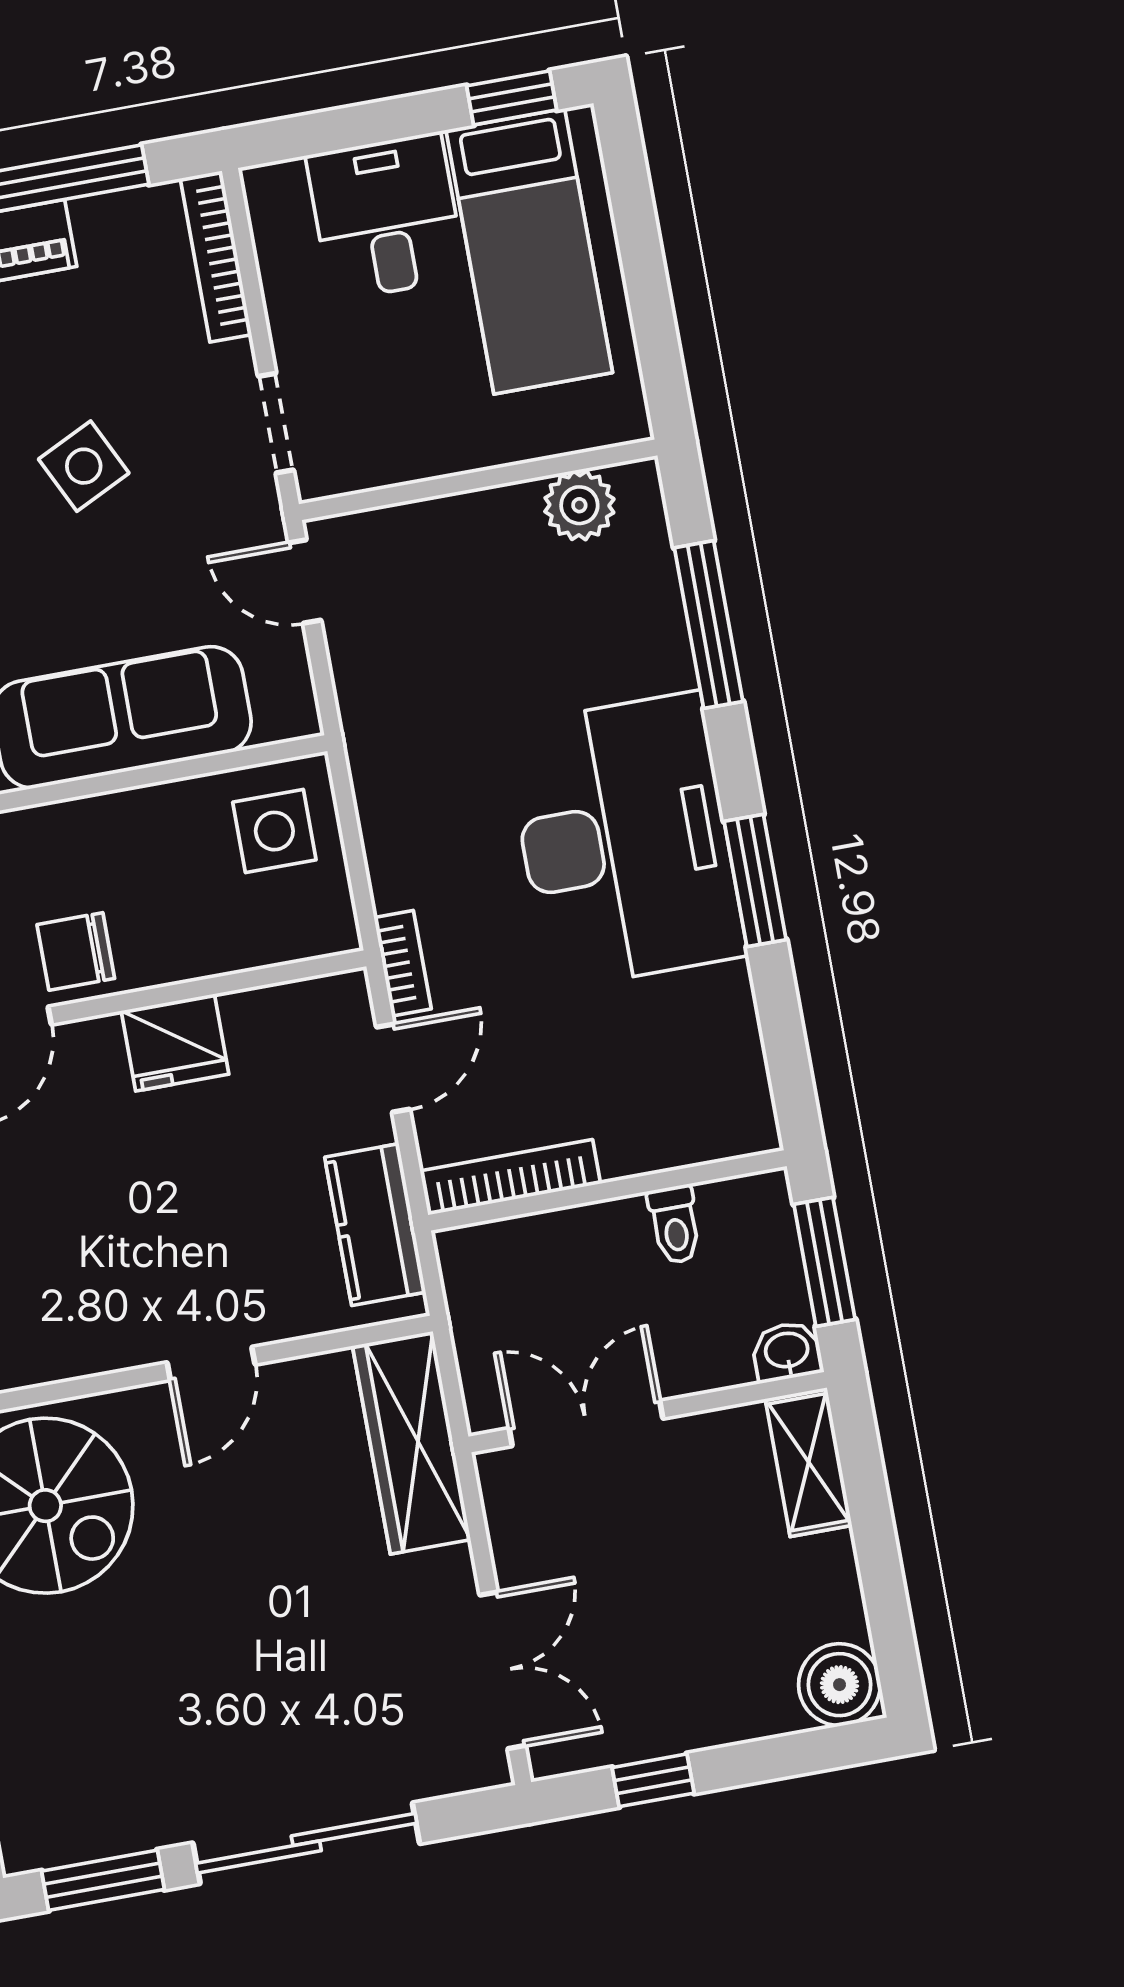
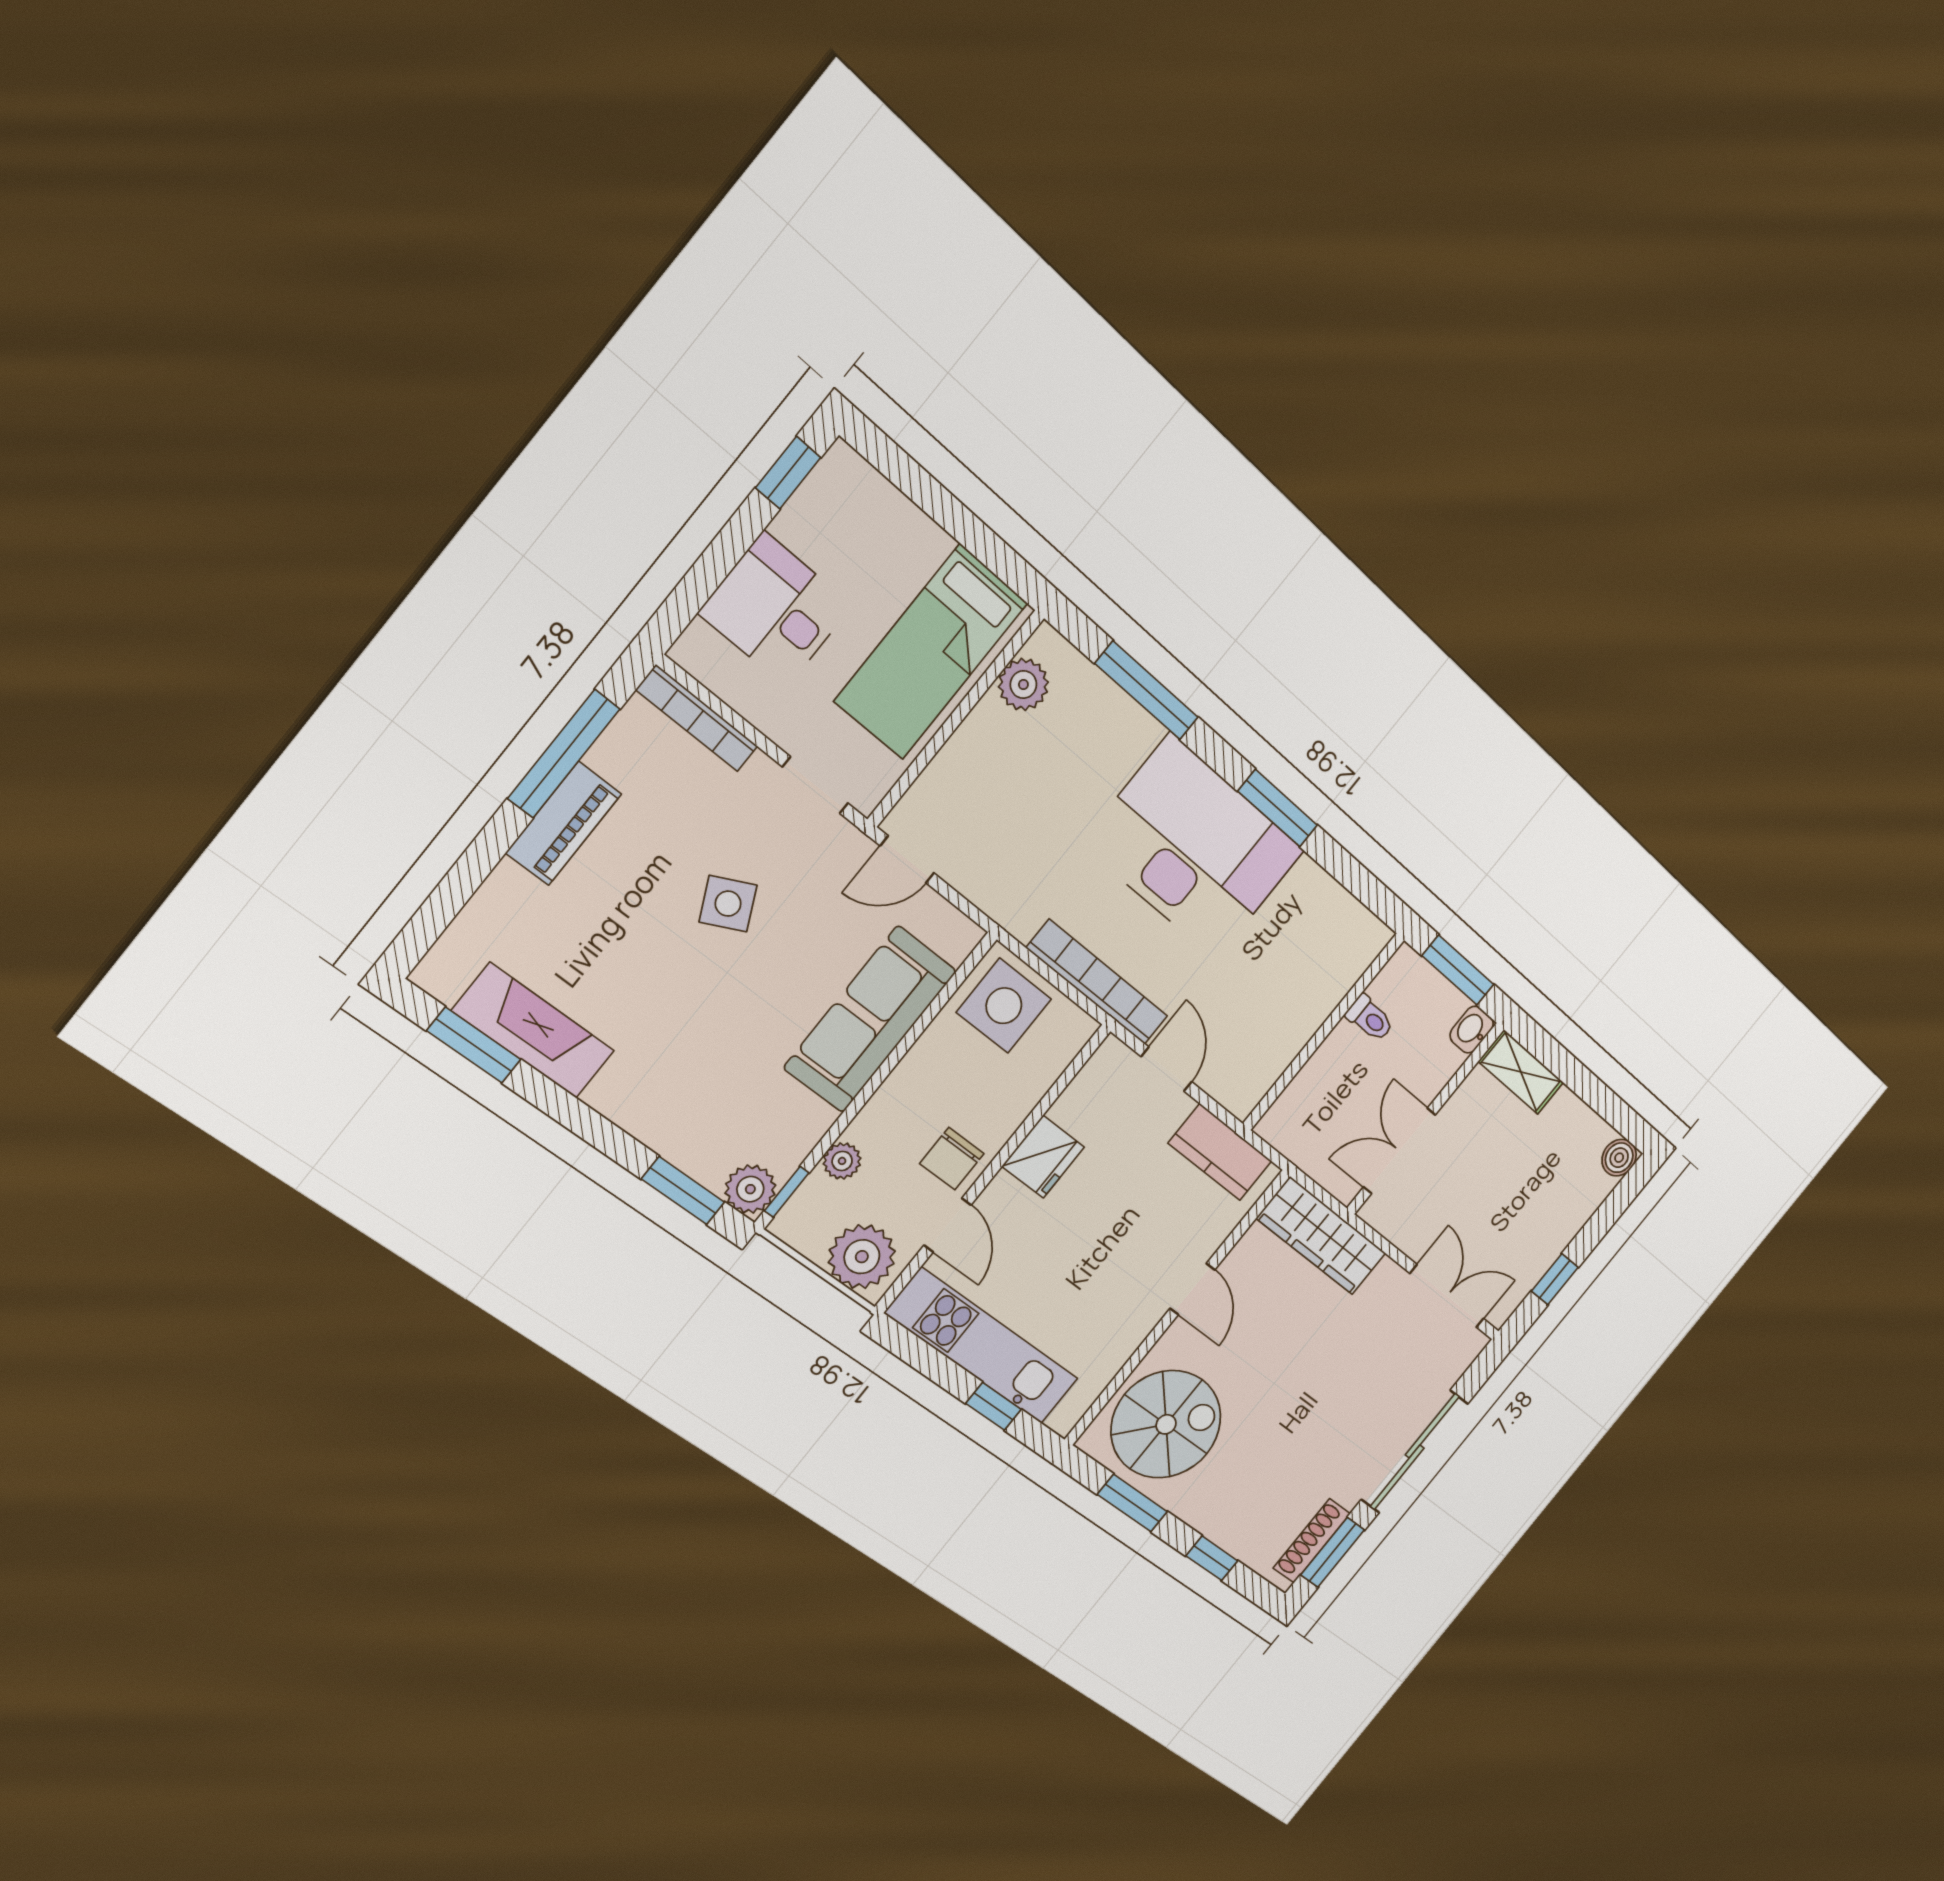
bed: (529, 251) -> (931, 652), moved, turned 90
side table: (274, 831) -> (1004, 1006), width x1.37, depth x1.37
bookcase: (403, 963) -> (1097, 982), width x2.31, depth x1.31
bookcase: (510, 1177) -> (1269, 1069), removed
boiler: (839, 1685) -> (1619, 1158), width x0.73, depth x0.73
shoe rack: (91, 1838) -> (1312, 1541), added

